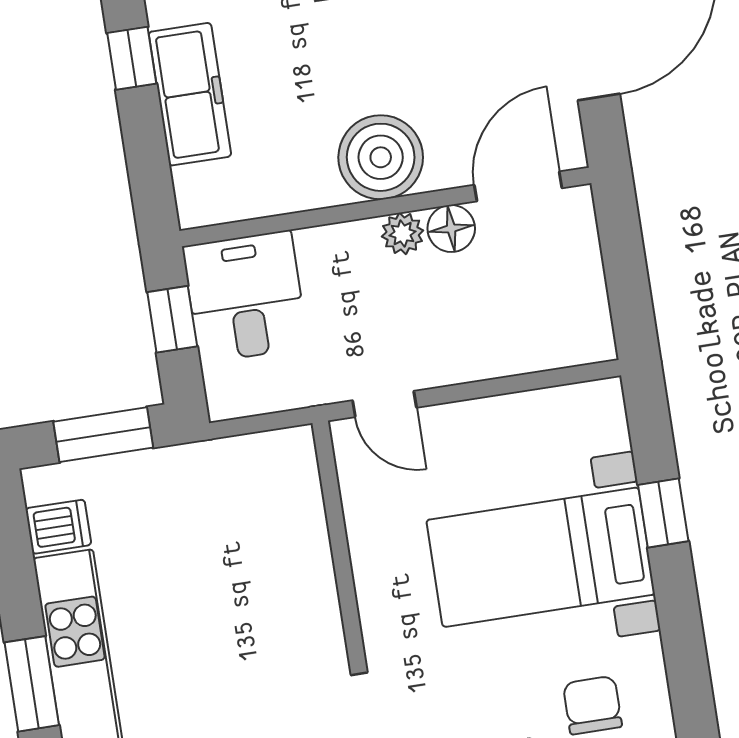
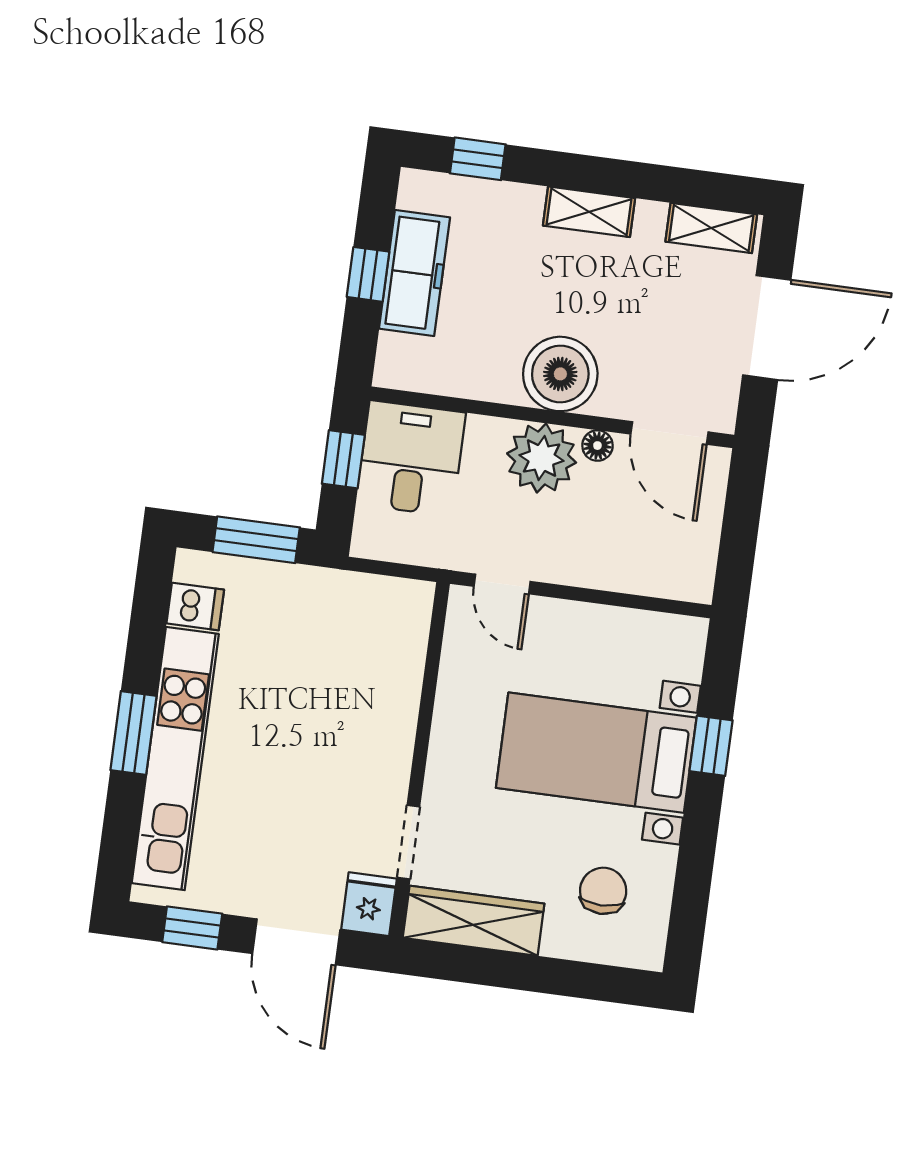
window: (132, 58) -> (368, 274), moved
door: (518, 186) -> (669, 433), swing flipped
floor lamp: (451, 228) -> (597, 446), width x0.73, depth x0.73
plant: (403, 233) -> (542, 458), width x1.88, depth x1.88

